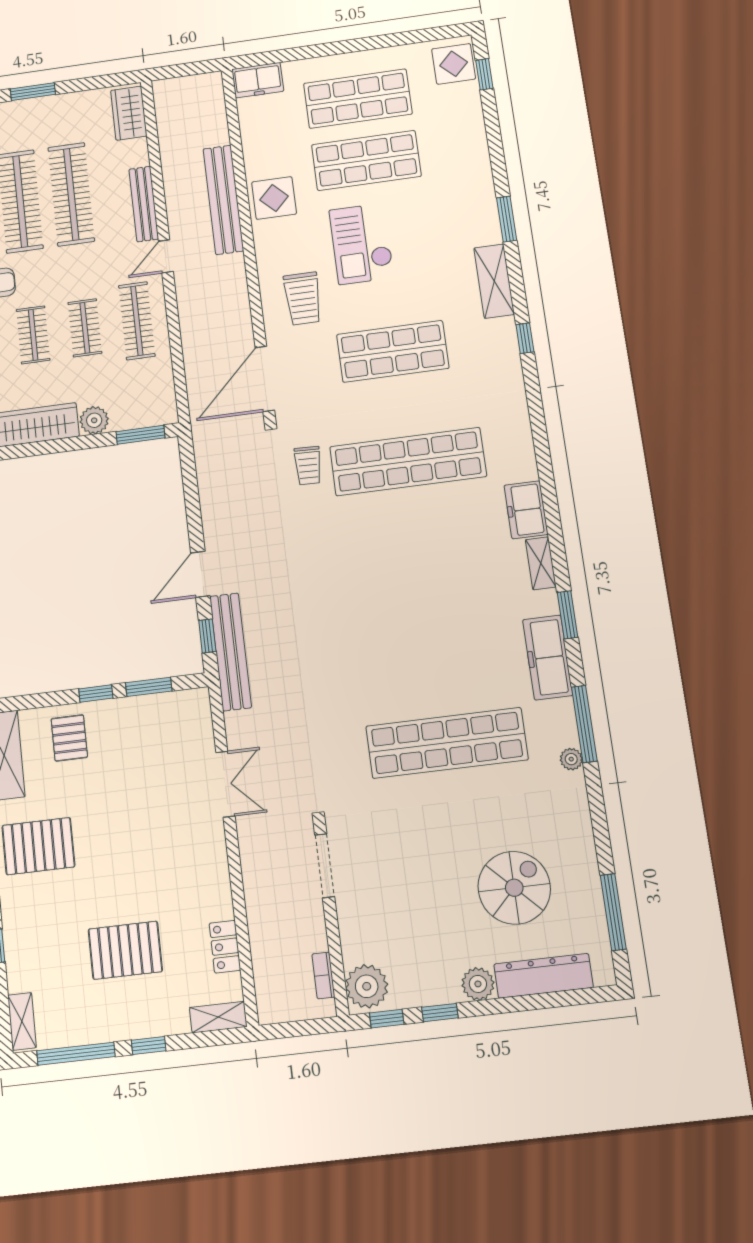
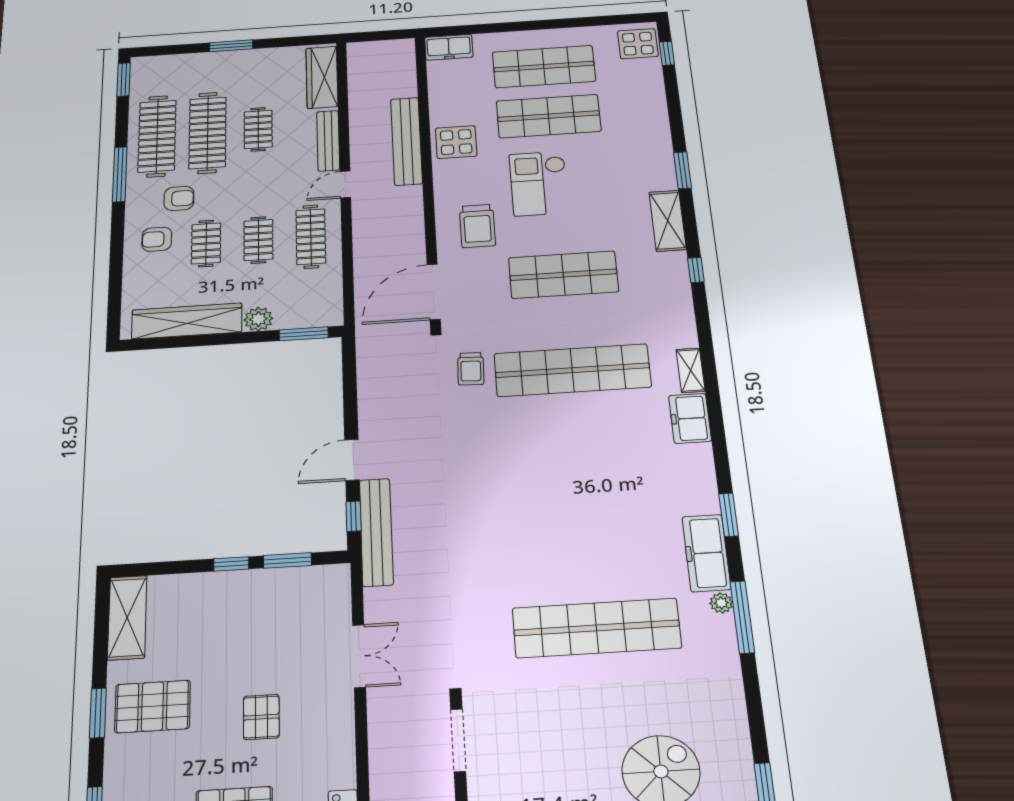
wardrobe: (129, 113) -> (322, 77), width x1.50
clothes rail: (71, 194) -> (258, 129), width x0.54, depth x0.76
shelving: (541, 563) -> (691, 370), moved
pallet: (69, 738) -> (261, 717), moved
plant: (571, 759) -> (721, 603), moved

